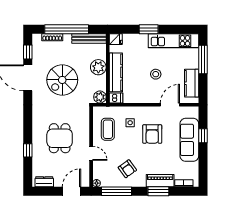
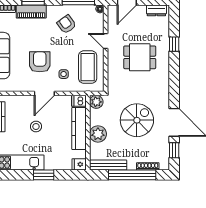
door: (170, 105) -> (44, 93), moved
coffee table: (108, 129) -> (88, 67), width x1.36, depth x1.32
dining table: (60, 138) -> (140, 57), turned 90

